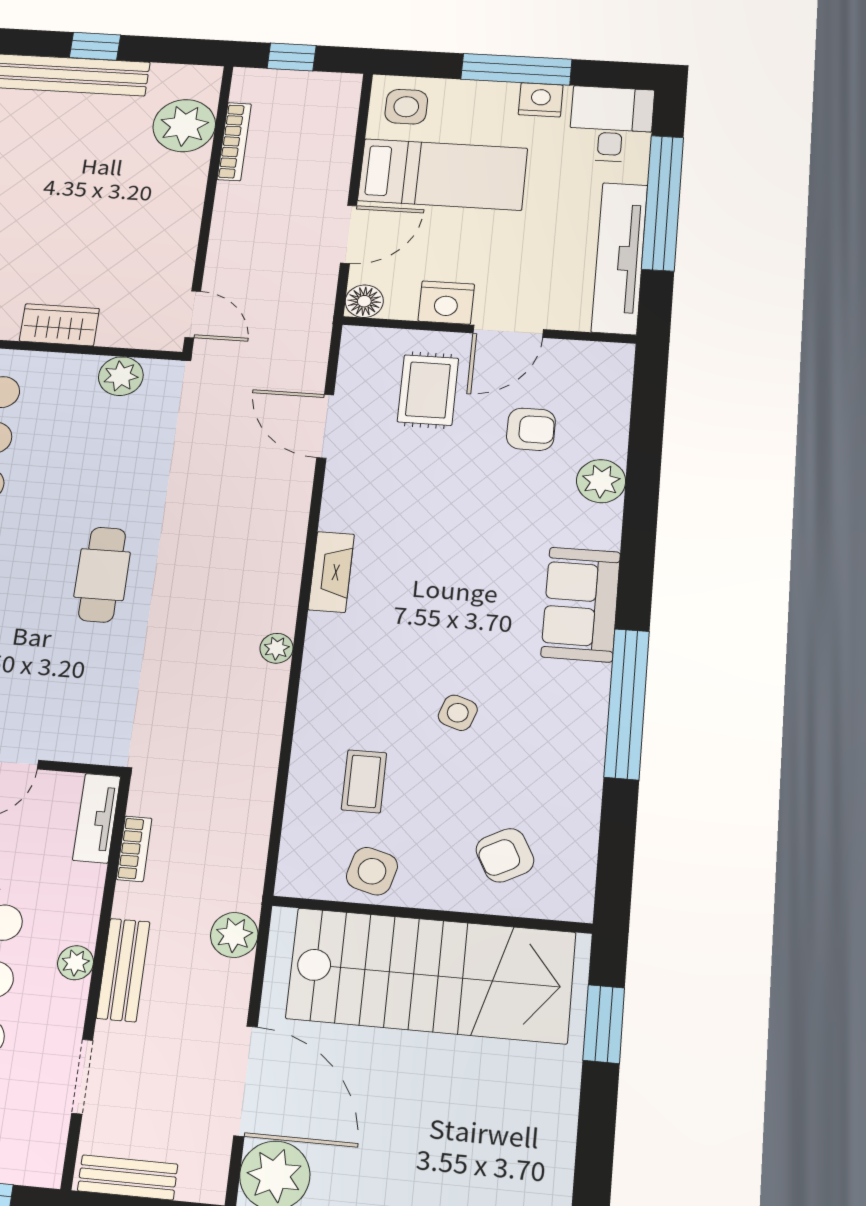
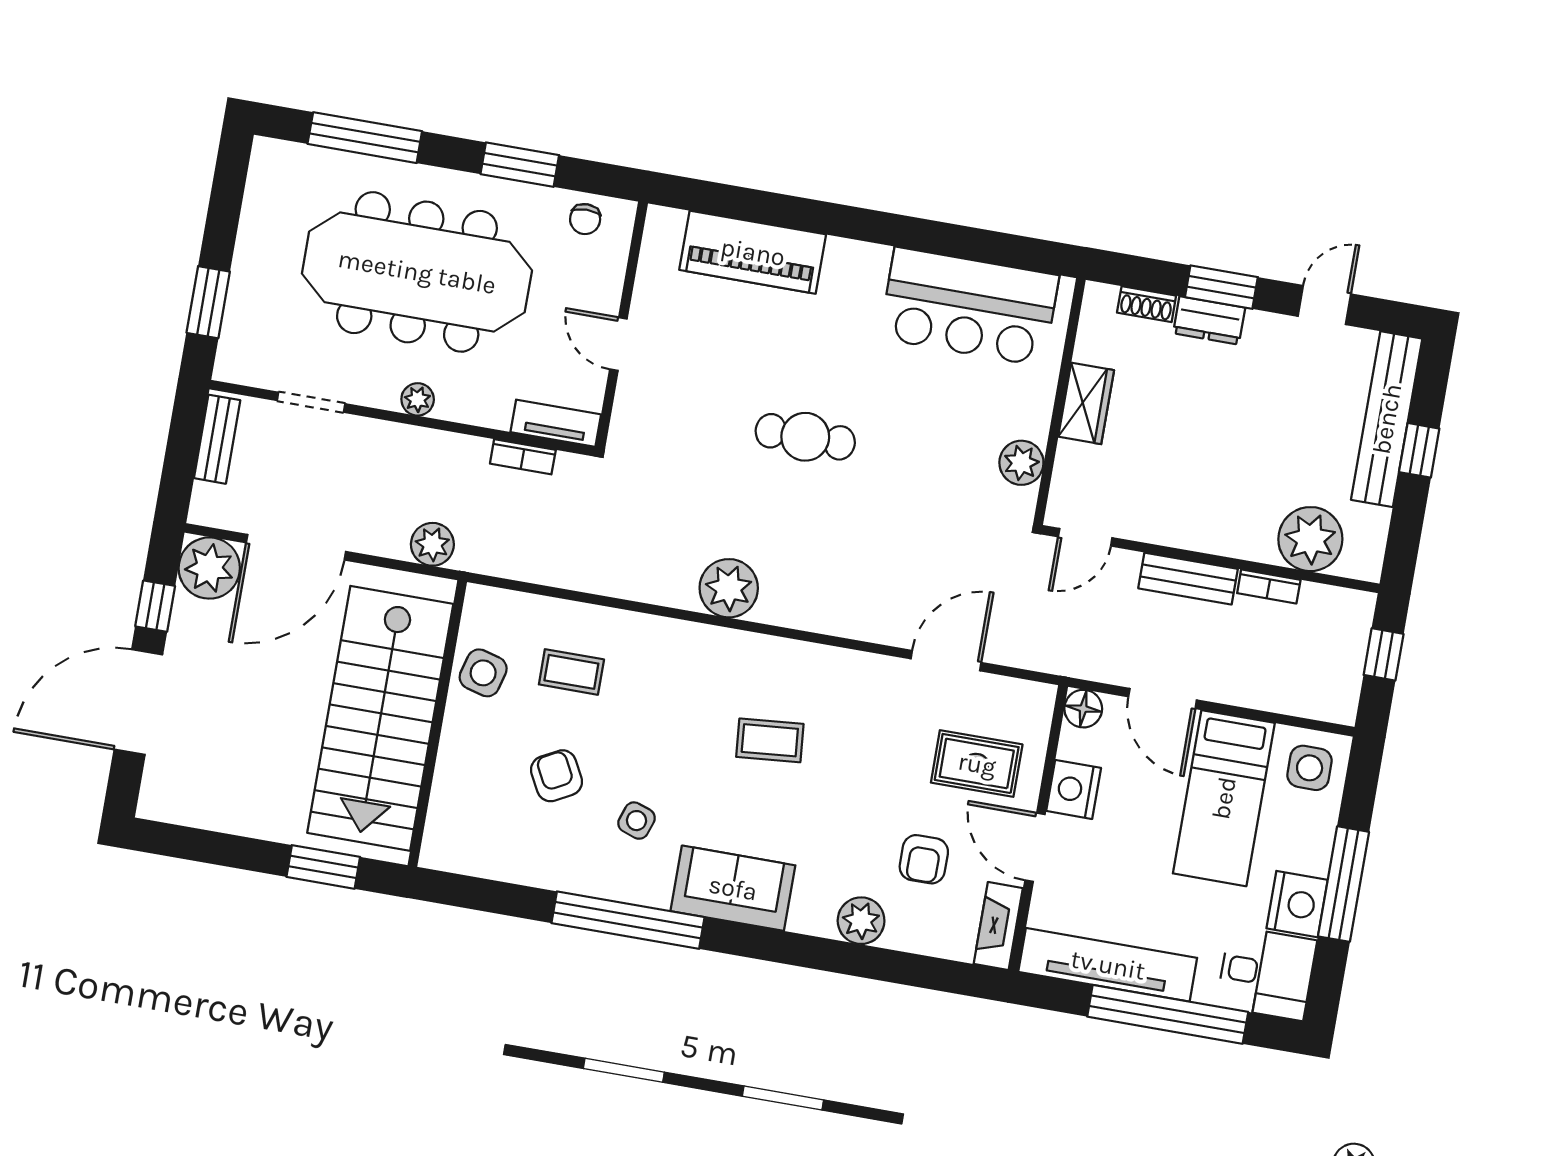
nightstand: (541, 100) -> (1297, 904), width x1.36, depth x1.33
bookcase: (234, 142) -> (1269, 586), width x0.64
fireplace: (331, 572) -> (998, 926), moved, turned 90
coffee table: (421, 582) -> (770, 740), added
plant: (277, 648) -> (729, 588), width x1.87, depth x1.87
side table: (458, 713) -> (637, 821), moved
armchair: (505, 855) -> (556, 776), moved
bench: (123, 970) -> (1188, 579), moved

